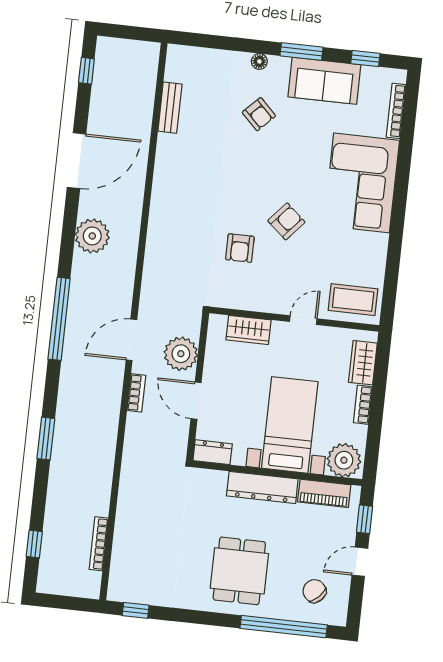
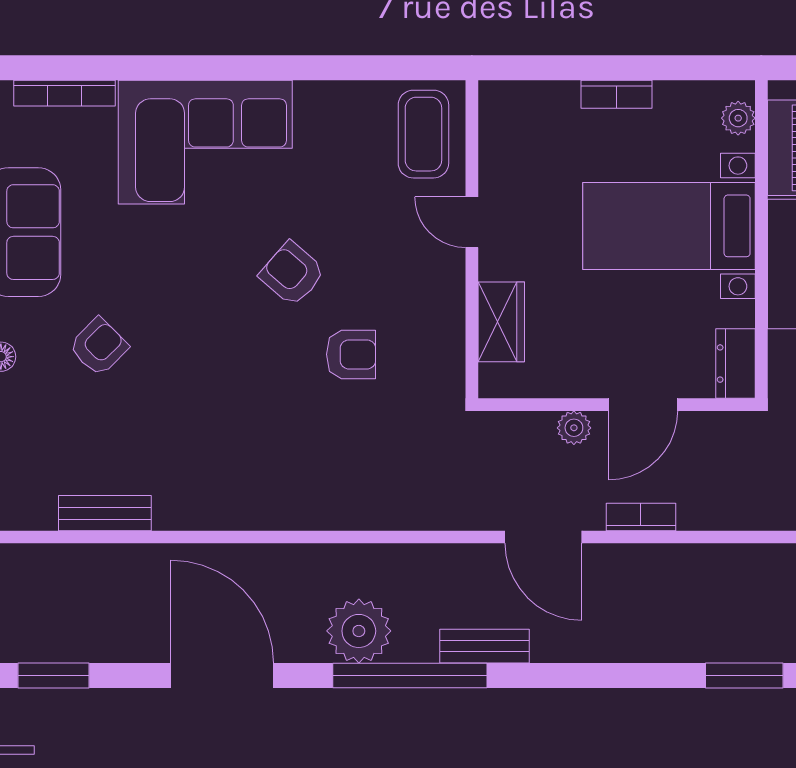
window: (86, 71) -> (53, 676), width x1.50
bench: (77, 302) -> (485, 646), added
window: (59, 319) -> (410, 676), moved
plant: (181, 354) -> (574, 428), width x0.53, depth x0.53
wardrobe: (363, 363) -> (539, 103), removed
plant: (344, 460) -> (738, 118), width x0.53, depth x0.53

